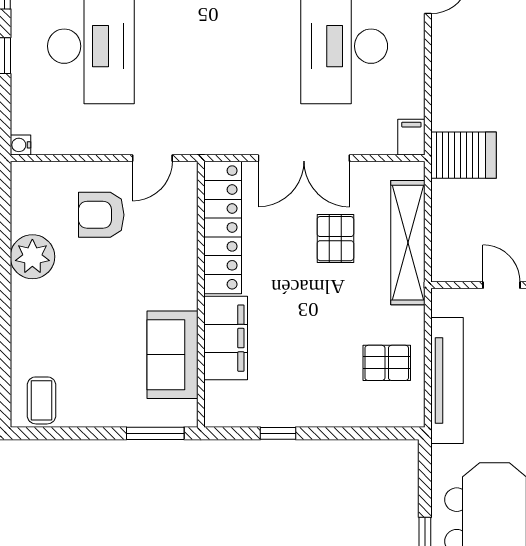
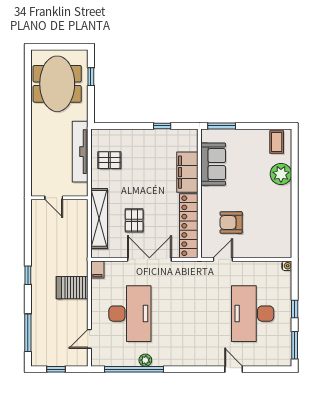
server rack: (463, 155) -> (72, 288), moved
armchair: (101, 215) -> (231, 223), moved, turned 180
plant: (32, 257) -> (281, 174), moved

